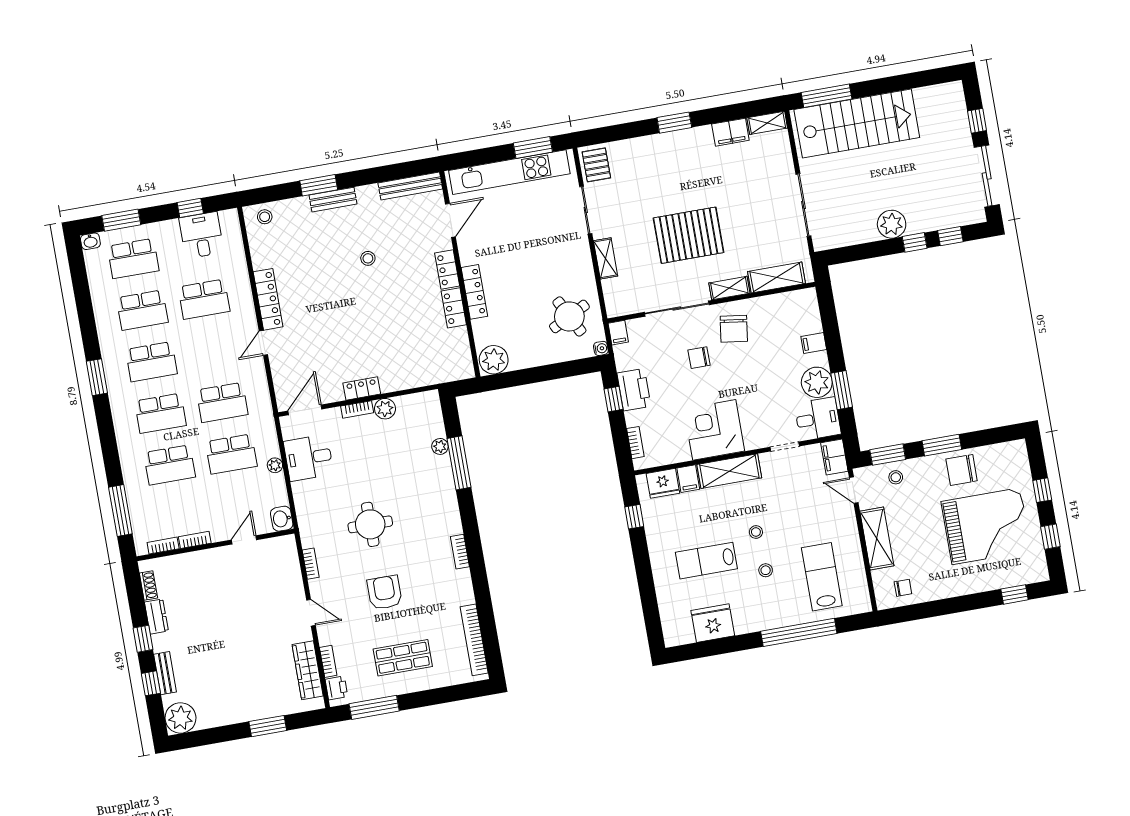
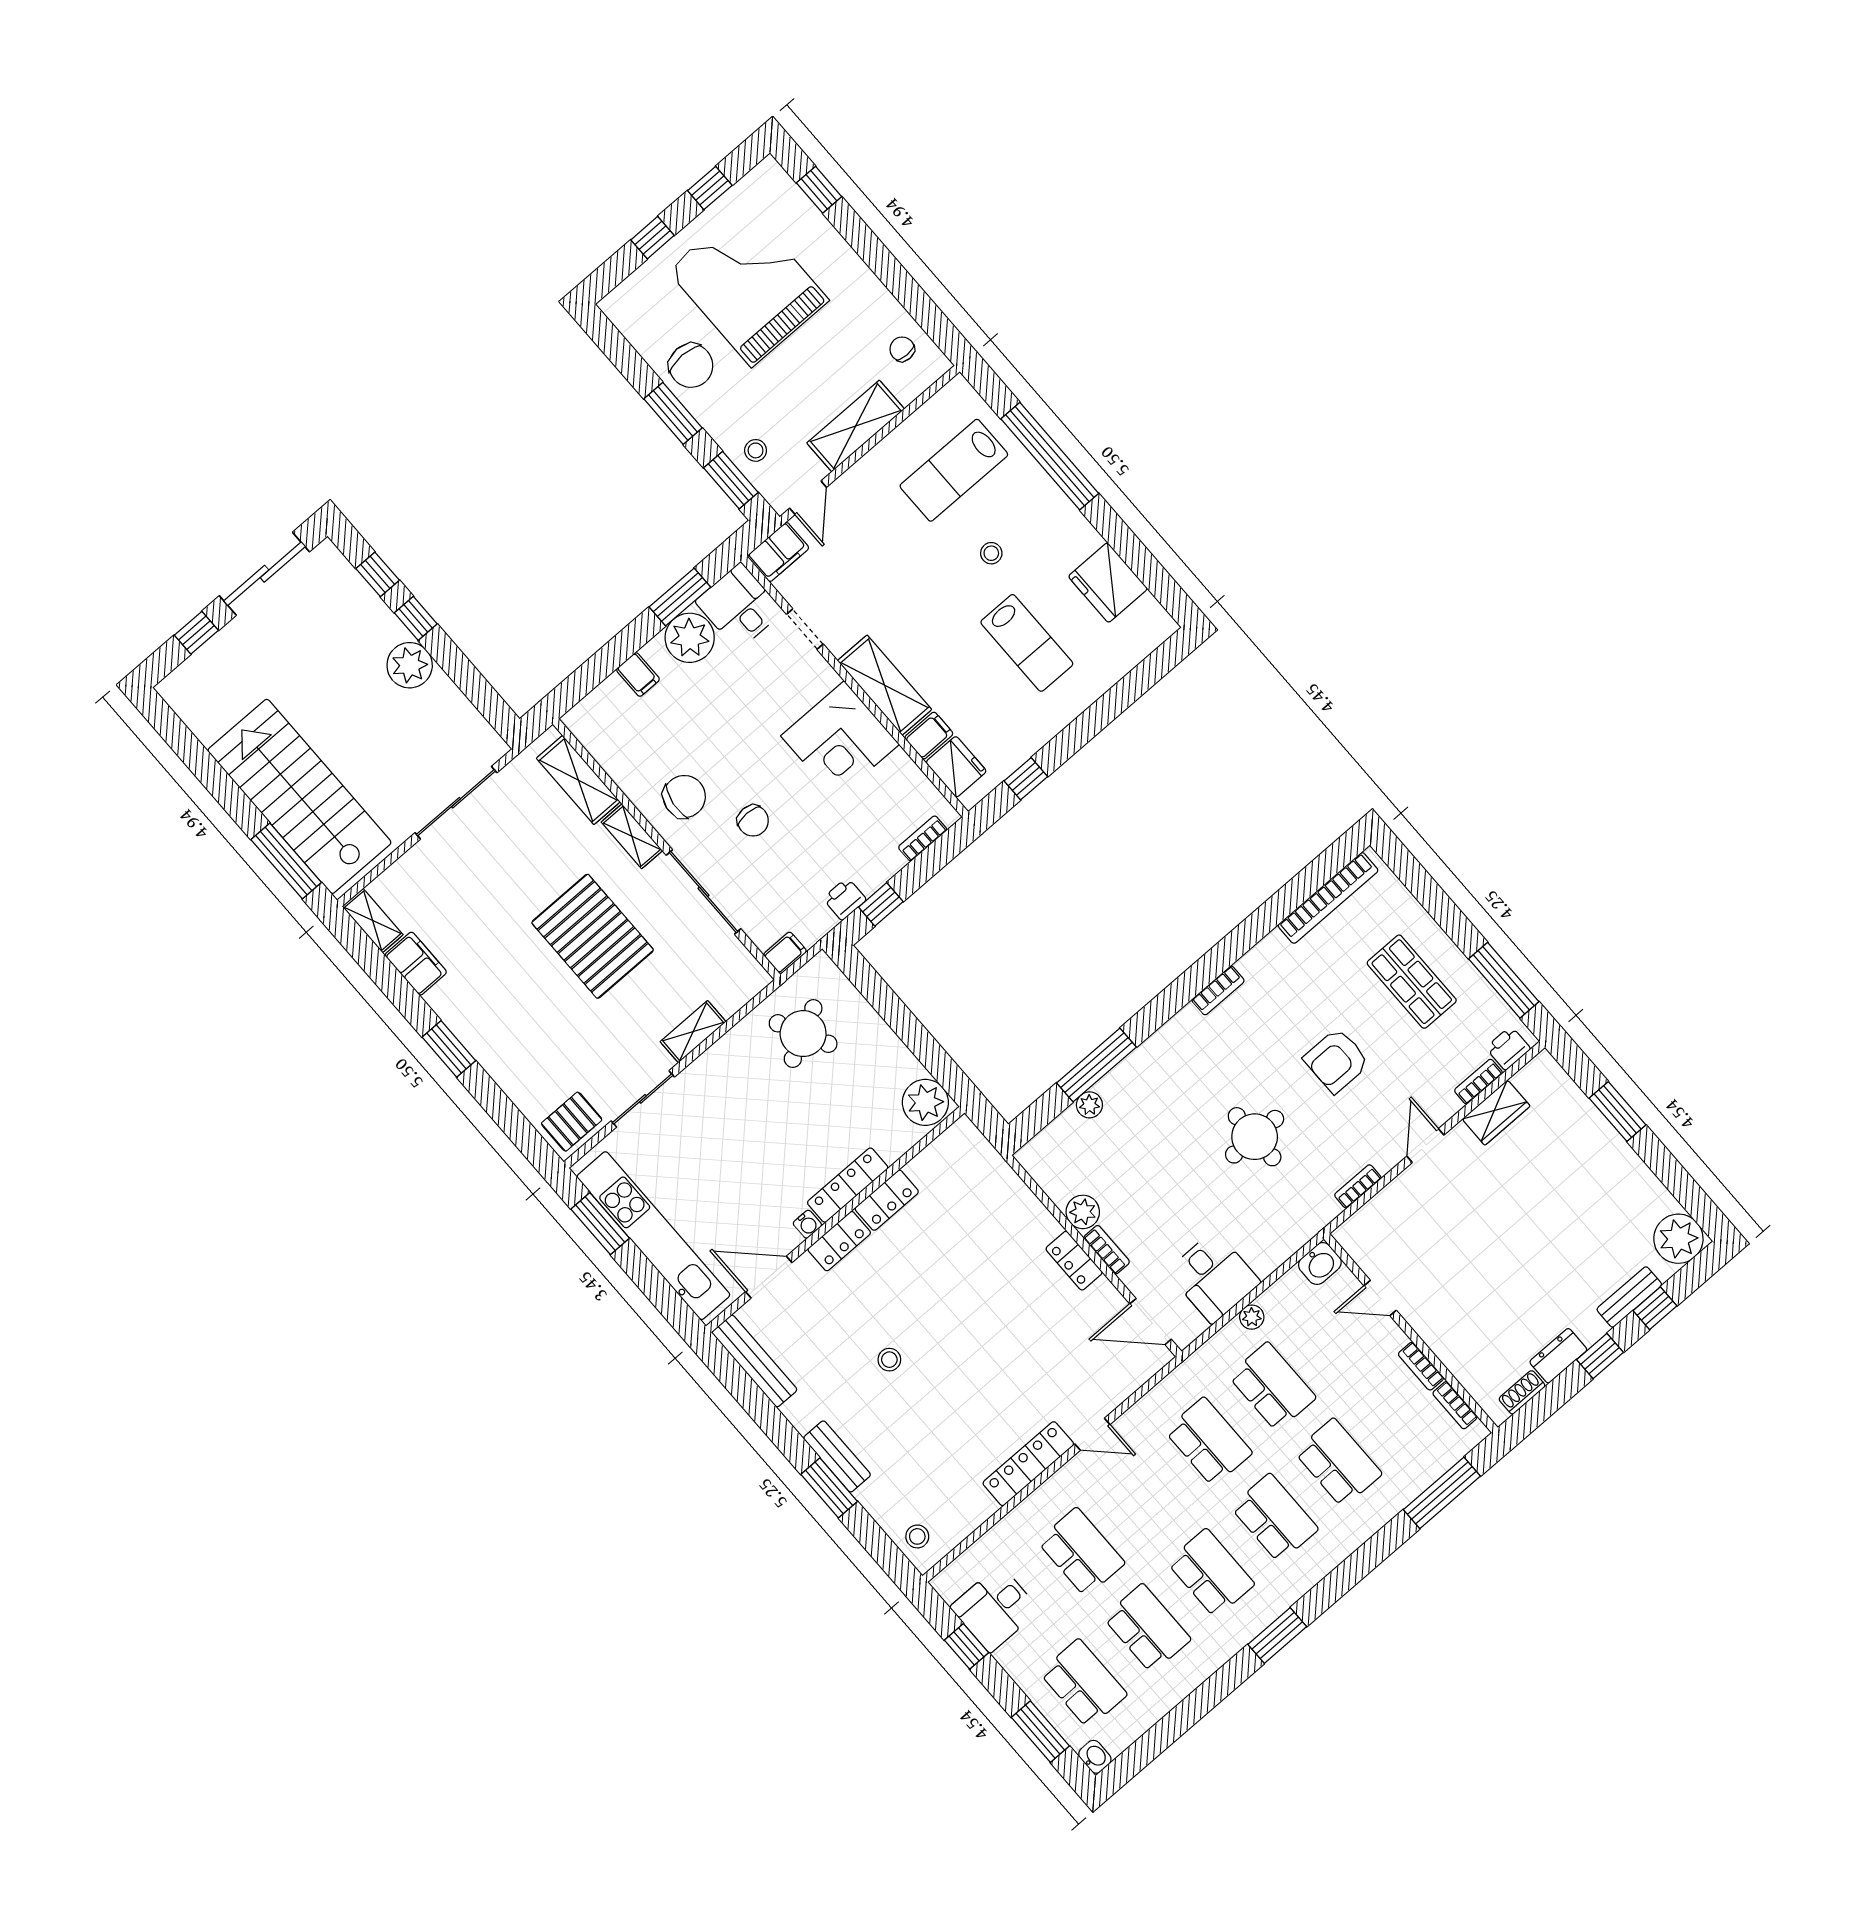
water cooler: (601, 348) -> (807, 1224), moved, turned 180
printer: (634, 390) -> (845, 899), width x0.53, depth x0.68
stool: (756, 532) -> (947, 598), removed
wardrobe: (308, 670) -> (1496, 1113), width x0.67

